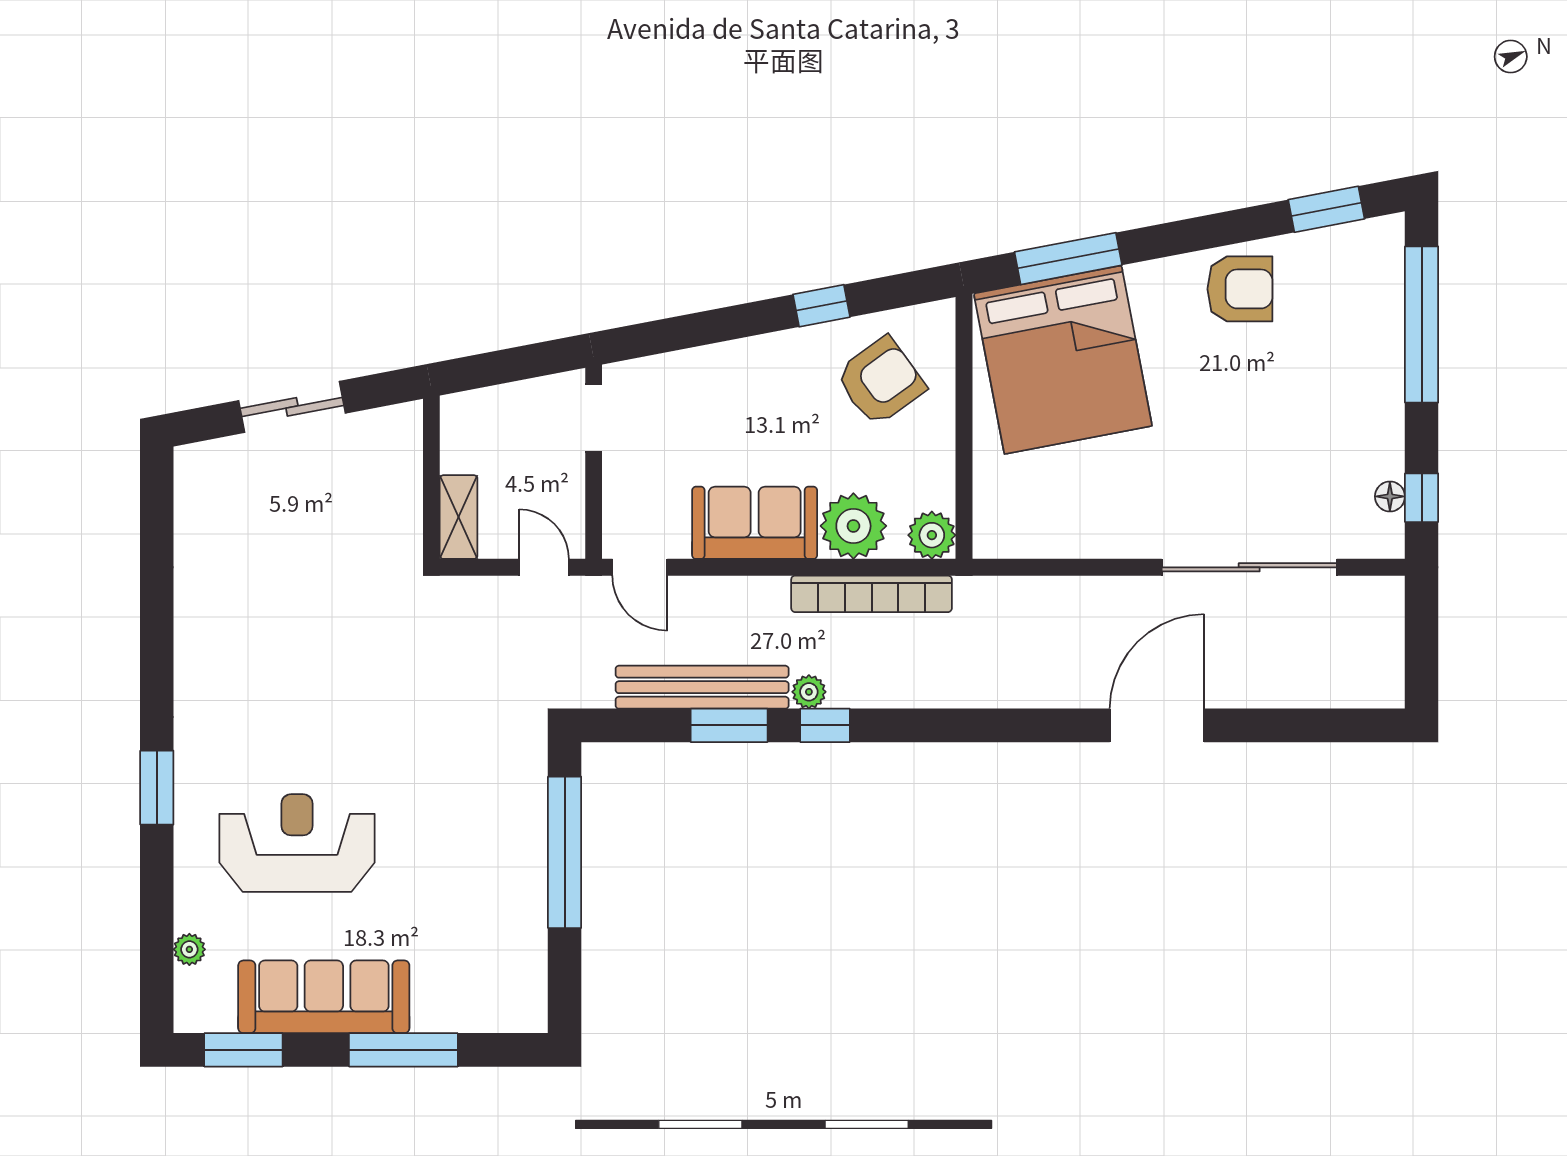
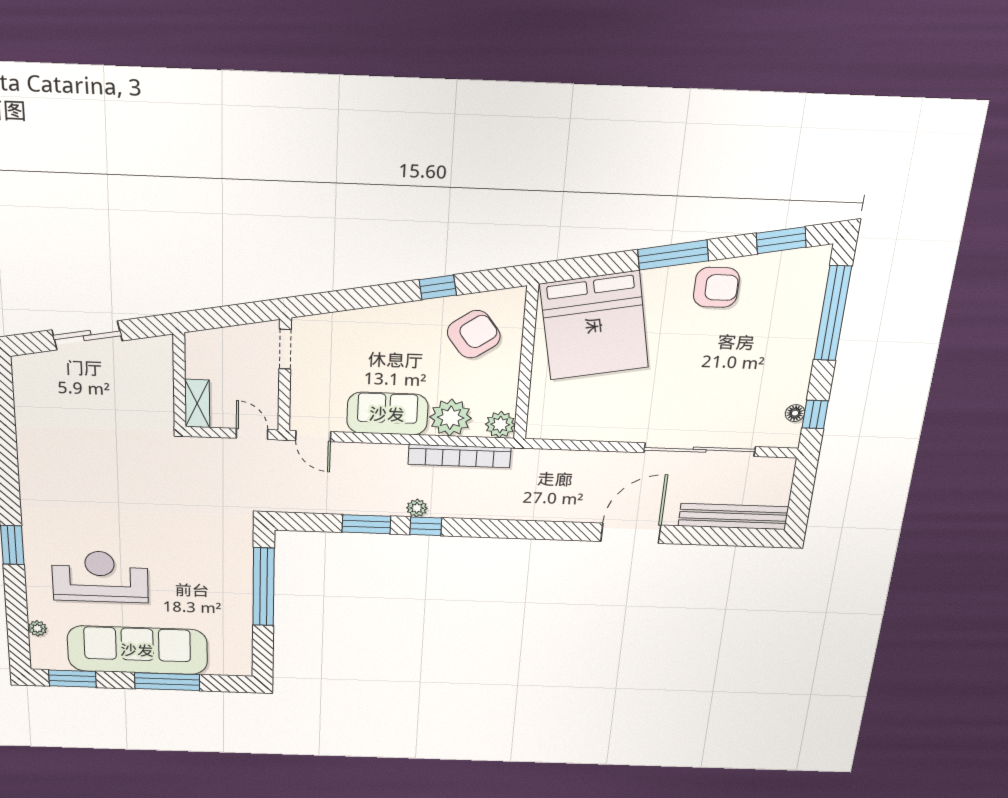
window: (1068, 259) -> (673, 255), moved
bench: (702, 687) -> (733, 516), moved
sofa: (324, 997) -> (137, 650), width x1.36, depth x1.27

